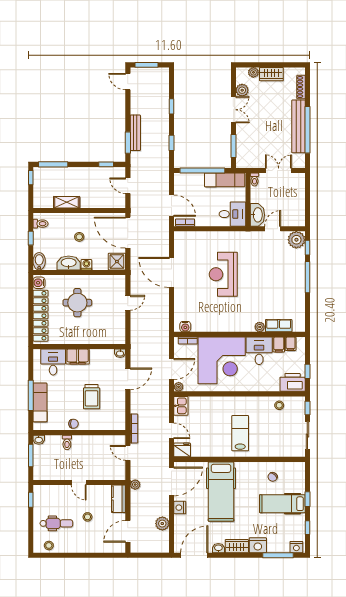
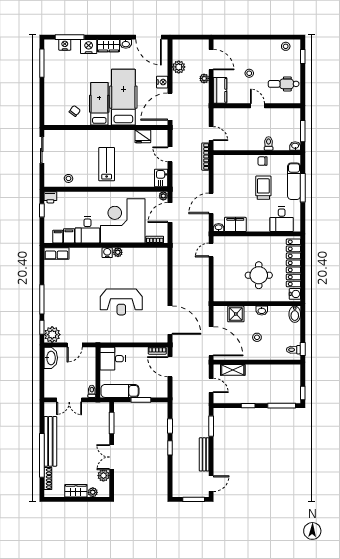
door: (128, 82) -> (211, 484), hinge flipped
window: (172, 106) -> (170, 448), moved
window: (307, 130) -> (42, 455), moved
bench: (135, 133) -> (204, 454), moved
window: (106, 164) -> (248, 406), moved
window: (202, 170) -> (141, 400), width x0.47
shelving: (67, 202) -> (233, 370), moved
washbasin: (257, 215) -> (51, 358), moved, turned 180
window: (31, 238) -> (303, 349), moved
shower: (117, 262) -> (236, 314), moved
washbasin: (69, 263) -> (262, 311), width x0.52, depth x0.69
washing machine: (86, 265) -> (250, 311), removed
door: (172, 273) -> (170, 320), moved
reception desk: (223, 274) -> (121, 302), turned 90
door: (128, 303) -> (211, 250), moved
row of seats: (279, 326) -> (56, 254), moved
water cooler: (185, 327) -> (107, 253), moved
plant: (260, 327) -> (118, 252), moved
filing cabinet: (78, 357) -> (235, 224), moved
printer: (293, 382) -> (50, 197), width x0.53, depth x0.68
trolley: (92, 397) -> (263, 188), moved
window: (307, 408) -> (42, 176), removed
lab bench: (240, 433) -> (107, 164), moved, turned 180
fridge: (182, 450) -> (143, 136), moved
plant: (135, 485) -> (204, 78), moved
window: (307, 499) -> (42, 90), removed
window: (31, 500) -> (303, 57), moved
hospital bed: (282, 504) -> (99, 104), moved, turned -90
dental chair: (56, 523) -> (284, 84), moved
window: (307, 528) -> (42, 63), width x2.17
door: (128, 531) -> (211, 60), hinge flipped
nightstand: (296, 547) -> (65, 45), moved
door: (194, 555) -> (149, 37), hinge flipped

